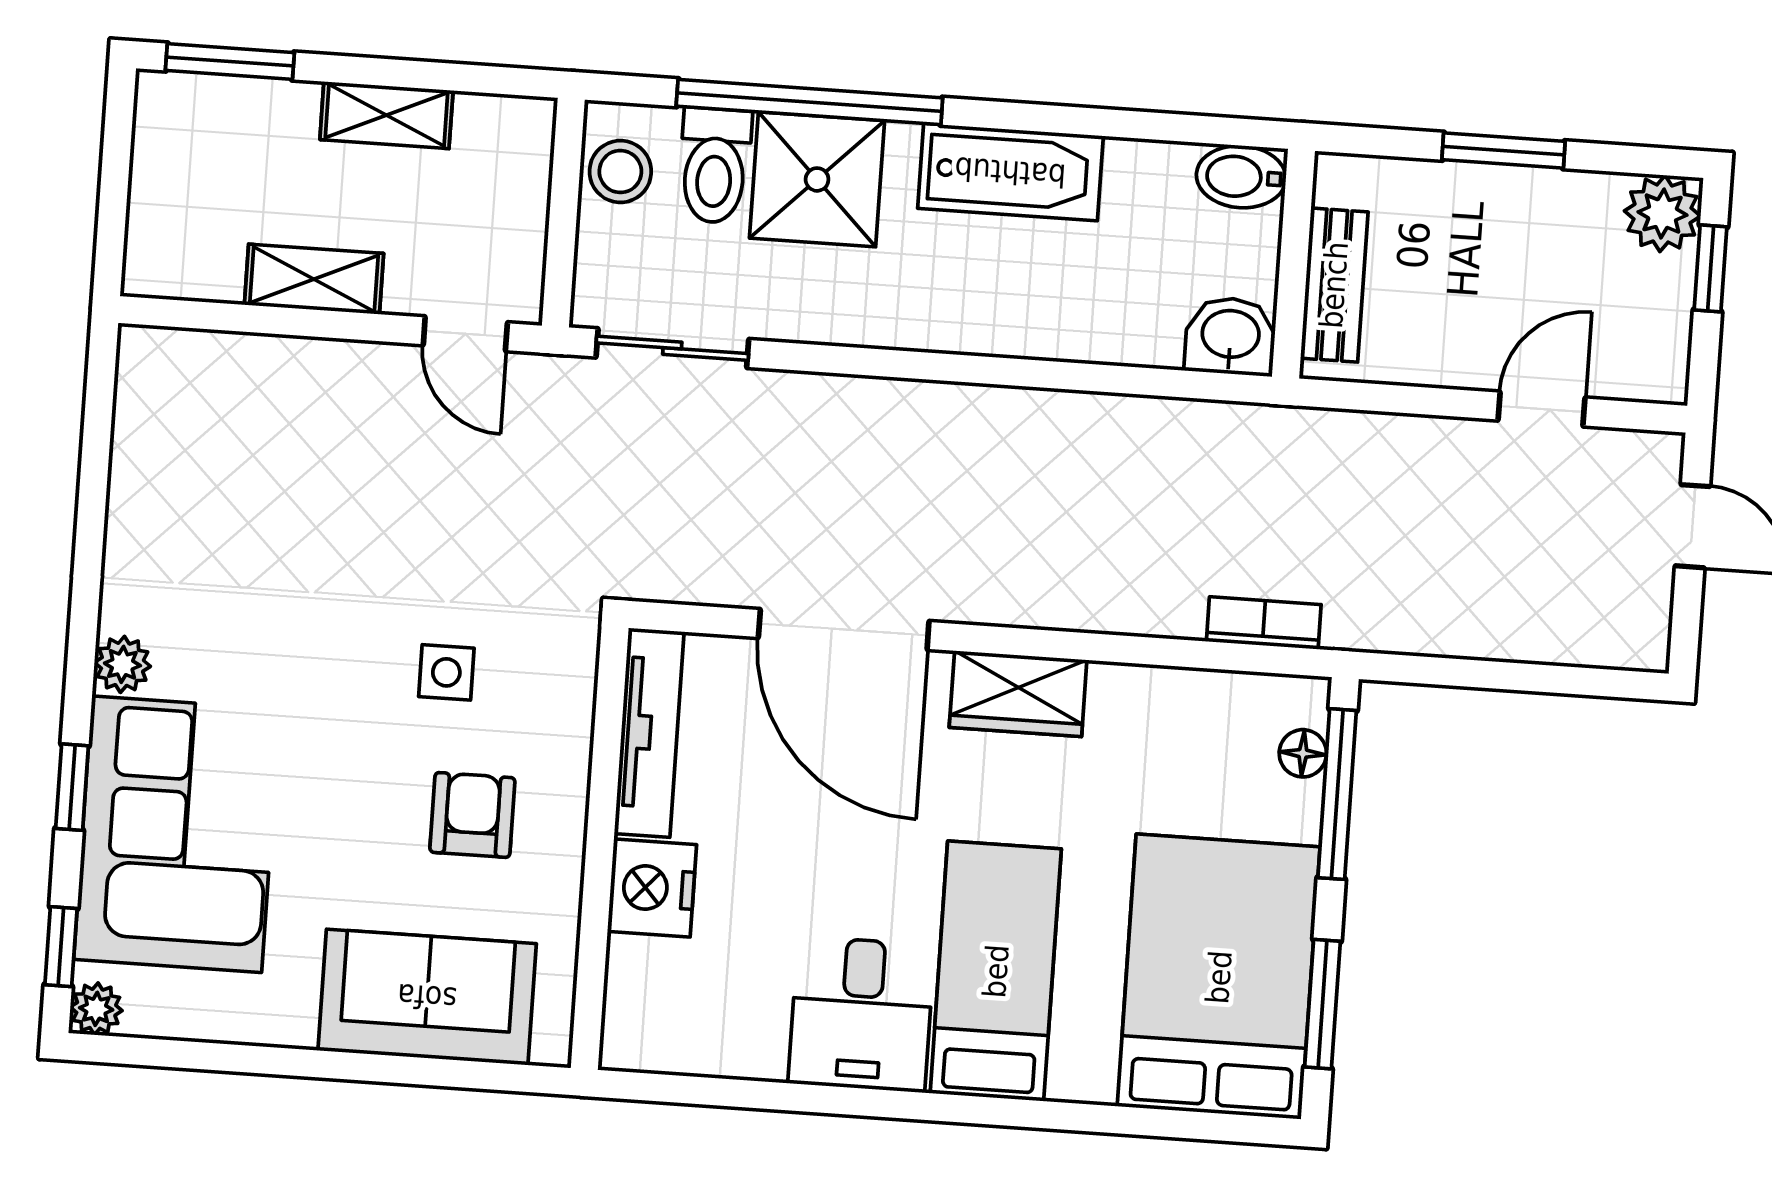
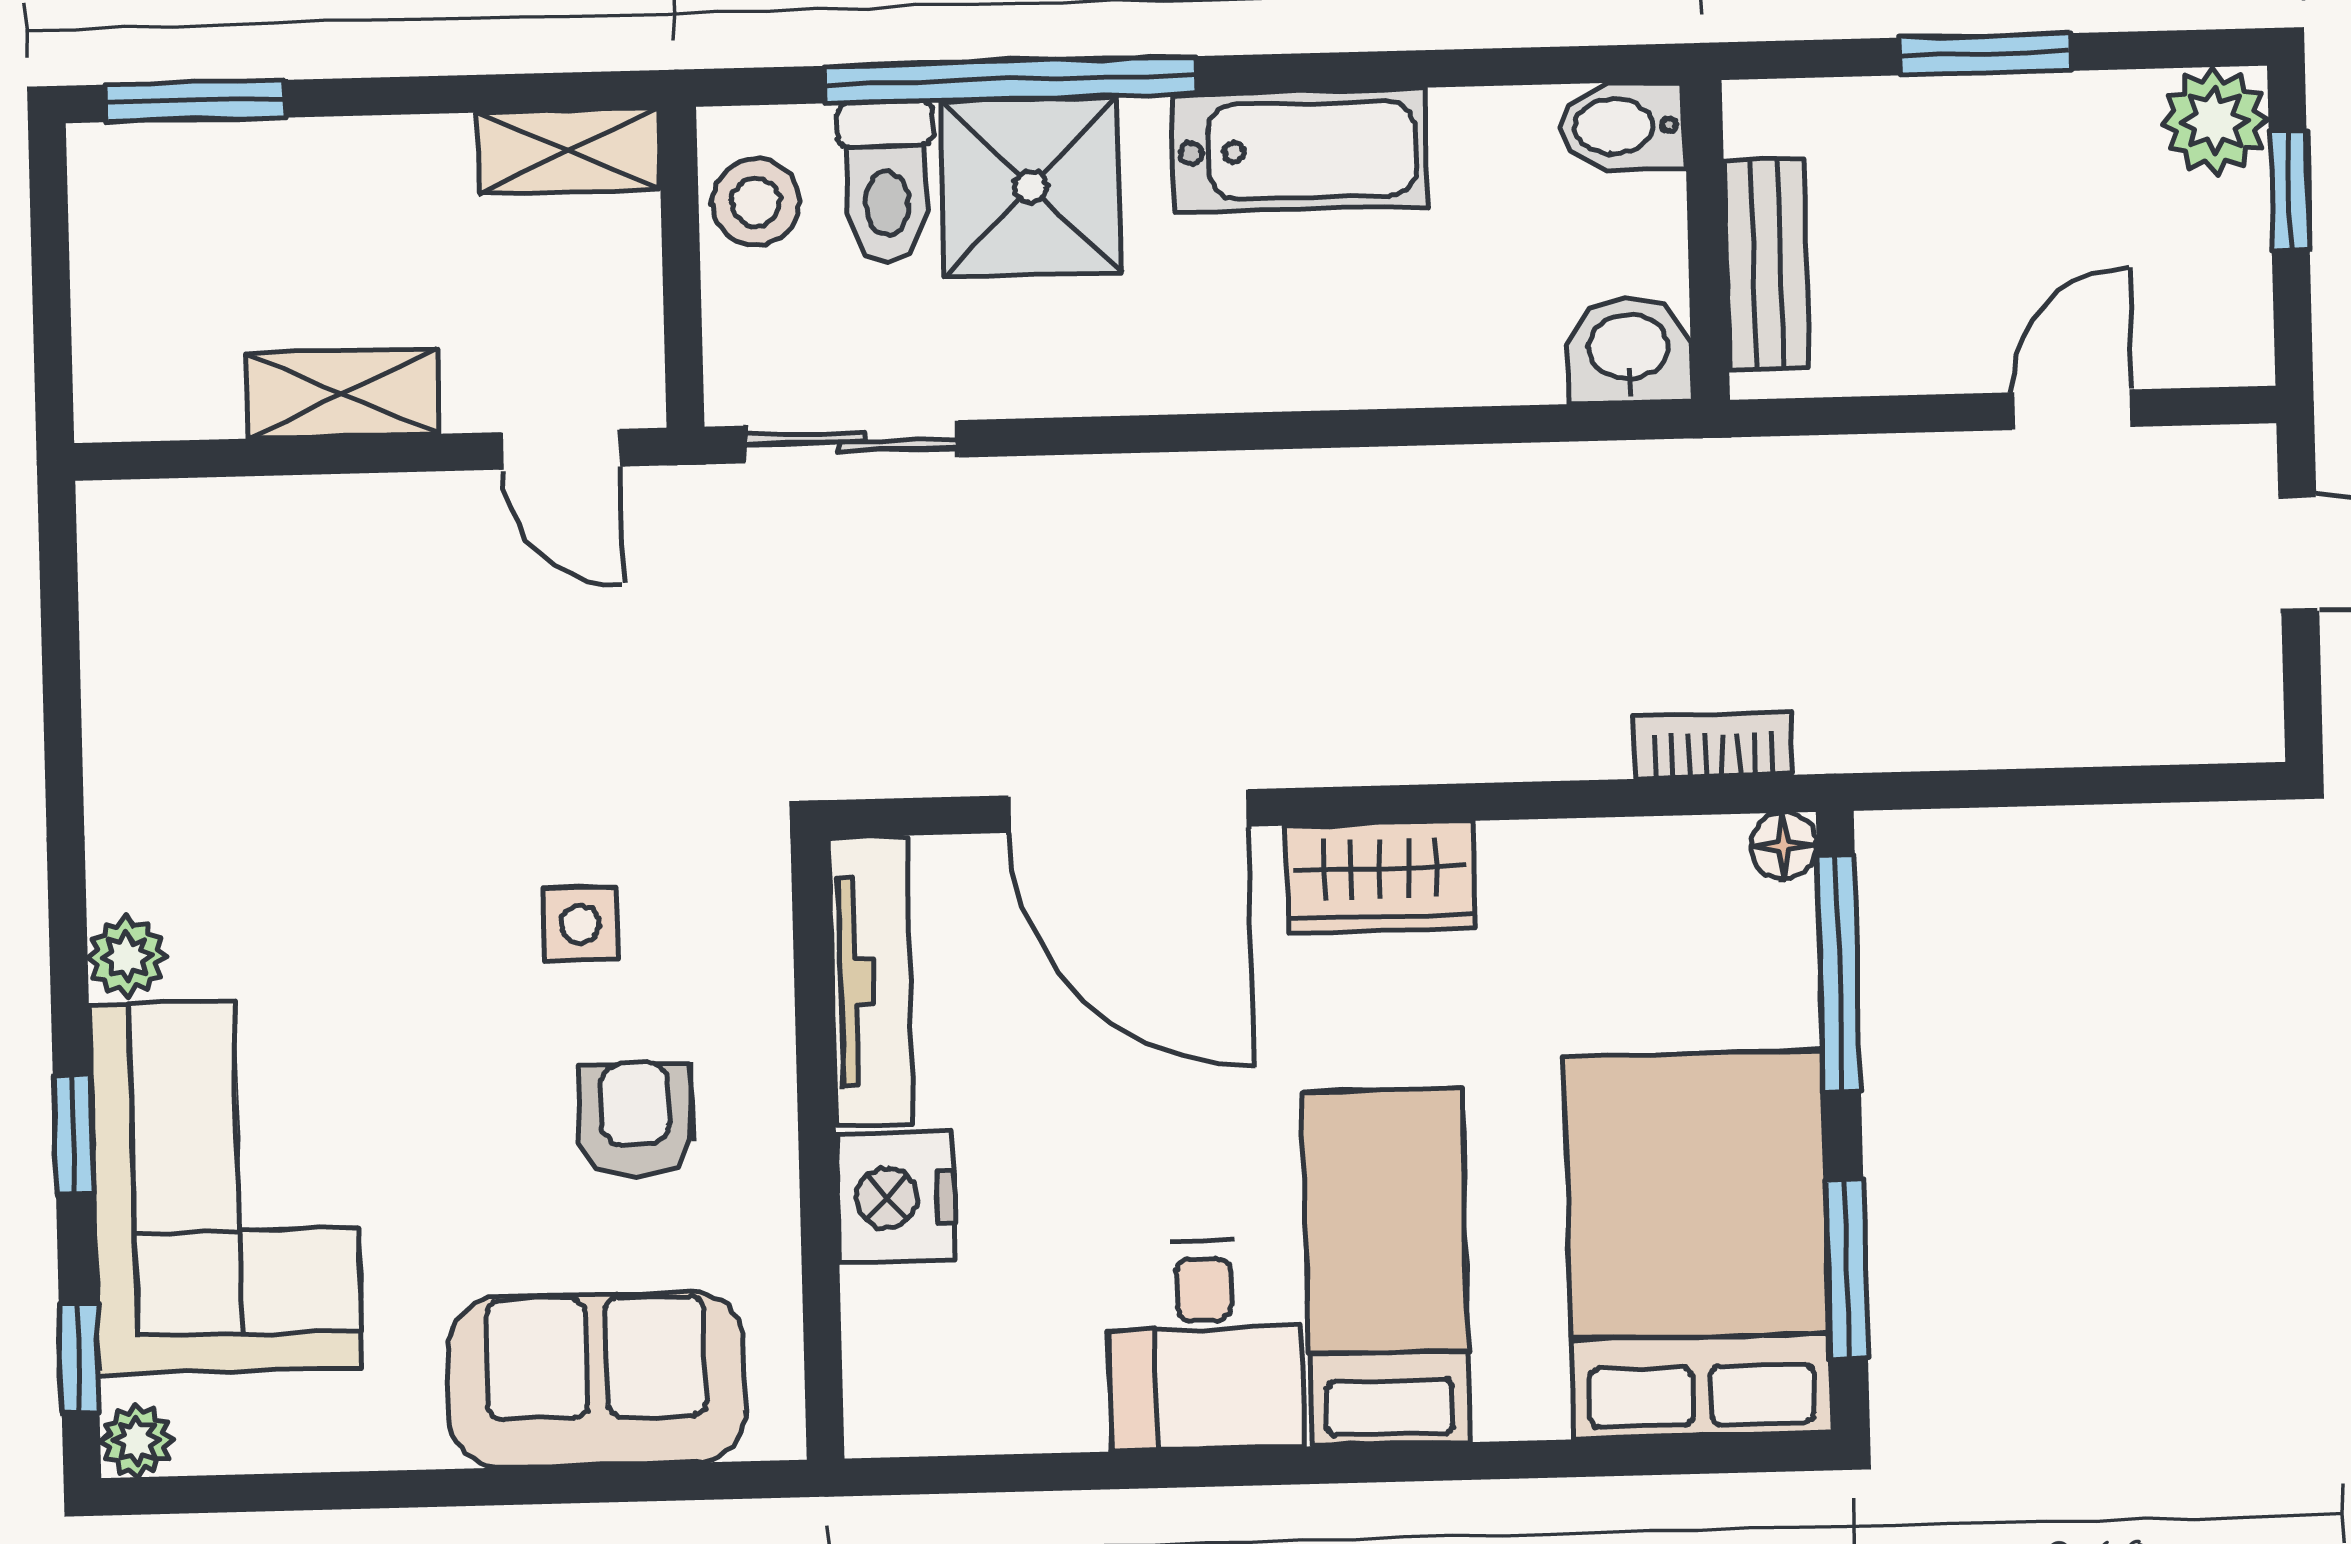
shelving: (386, 115) -> (569, 151), moved
floor lamp: (1303, 753) -> (1784, 846), moved

